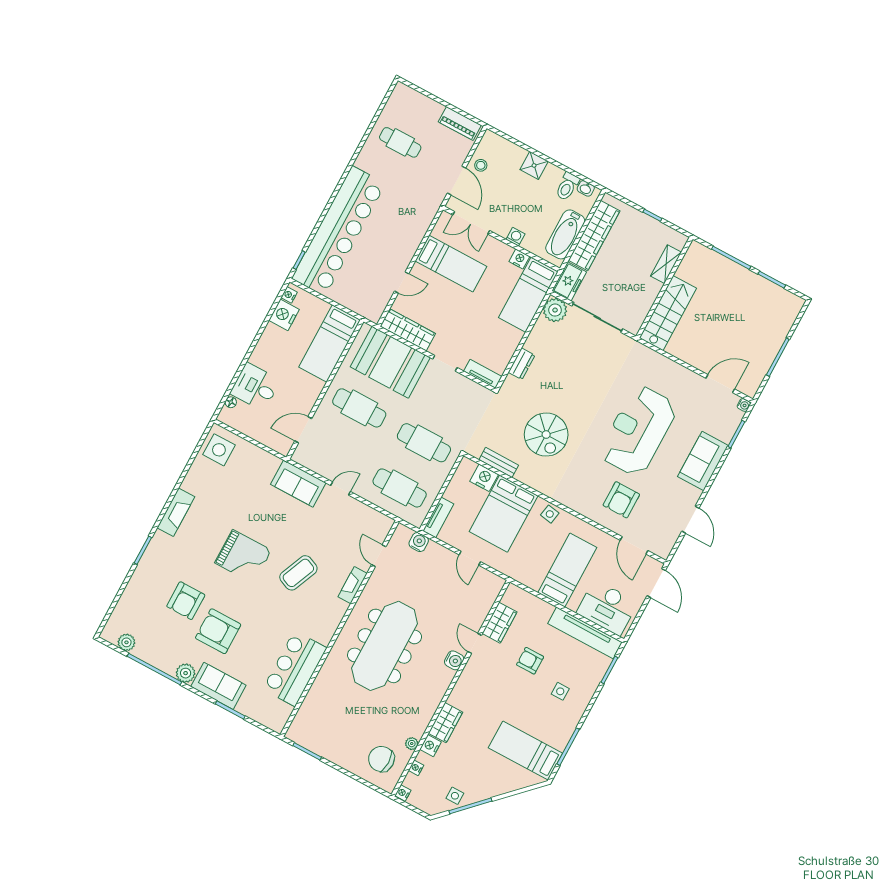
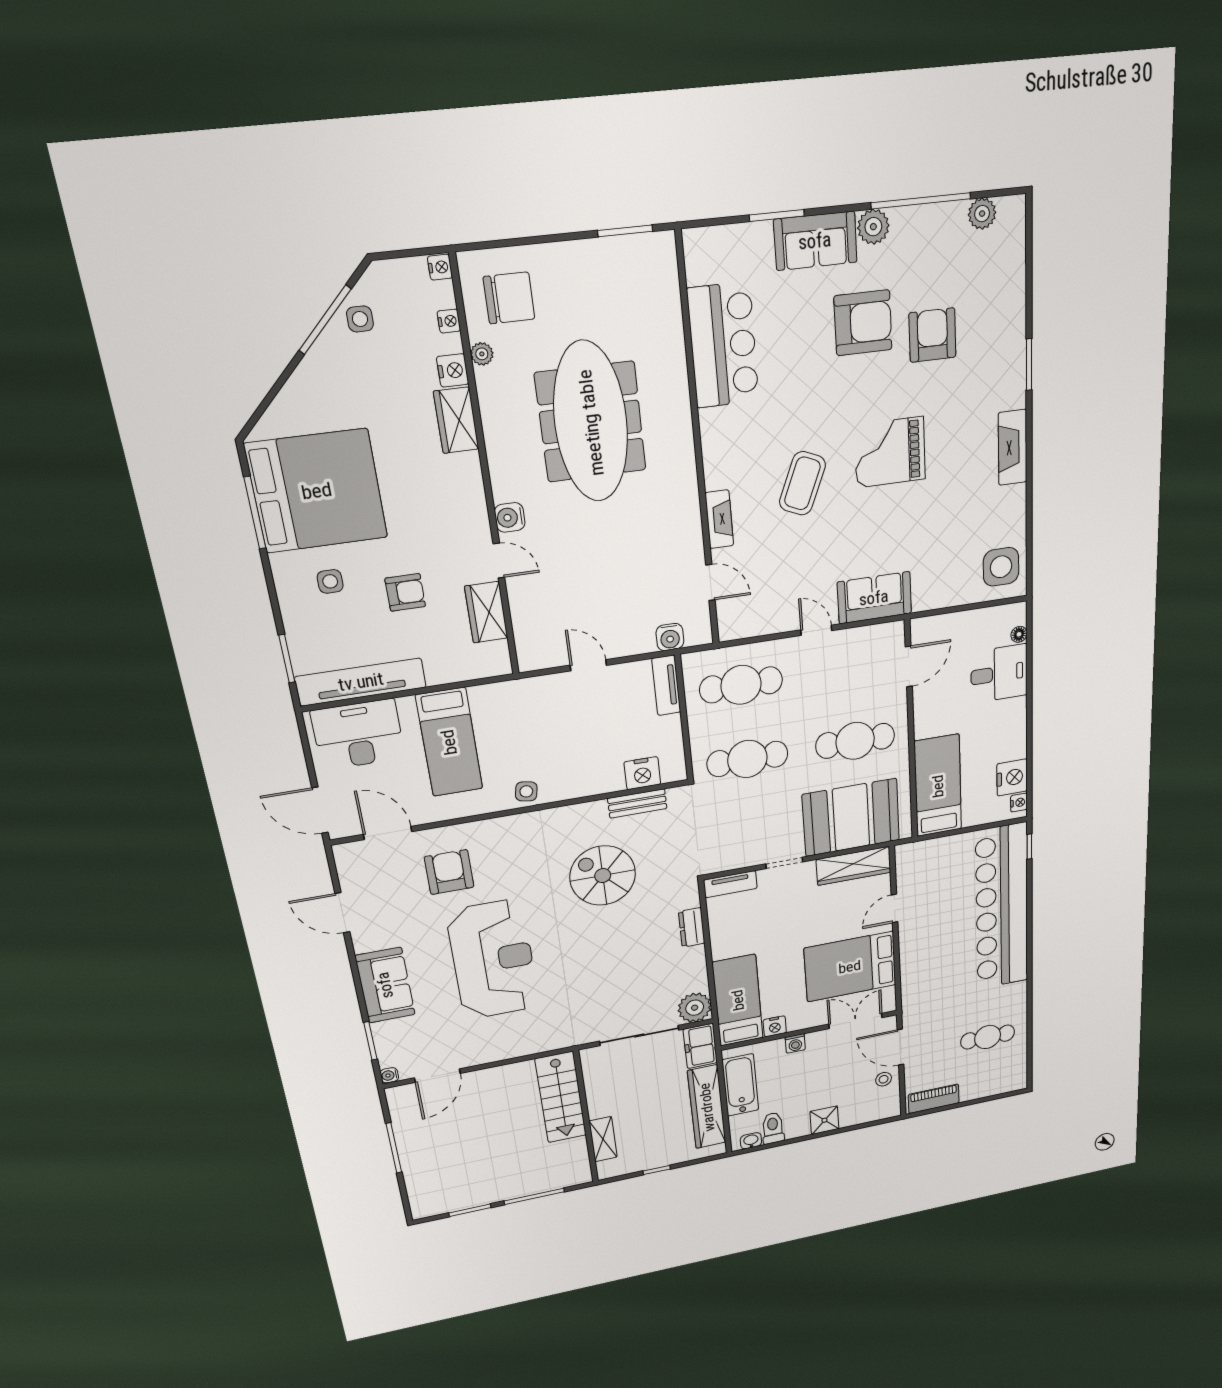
bed: (451, 264) -> (850, 967), width x1.50
door: (341, 489) -> (816, 630), swing flipped
bed: (504, 514) -> (586, 750), removed
meeting table: (385, 646) -> (591, 422), moved
bed: (525, 750) -> (317, 491), width x2.04

